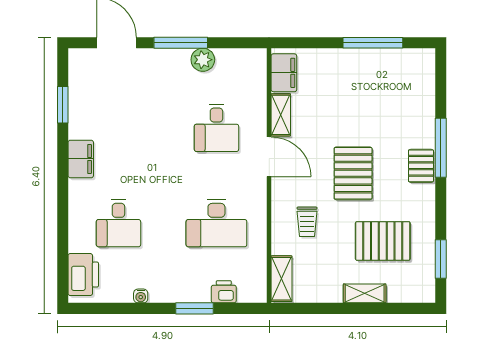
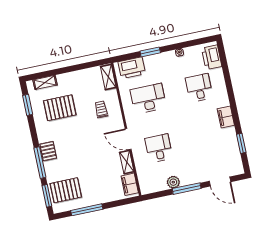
window: (441, 84) -> (47, 196), added
pallet: (353, 173) -> (66, 190), moved, turned 90
printer: (224, 292) -> (132, 68), width x1.87, depth x1.48
shelving: (365, 293) -> (45, 82), moved

